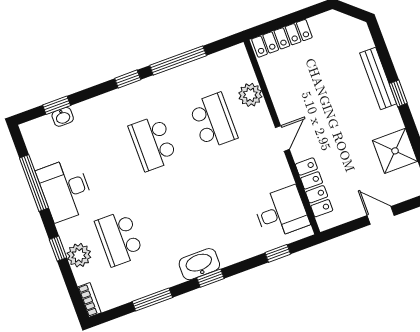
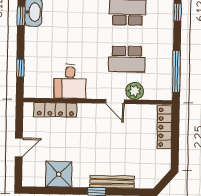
window: (178, 60) -> (176, 71), moved
door: (282, 138) -> (115, 102), moved
desk: (281, 212) -> (70, 82), moved

